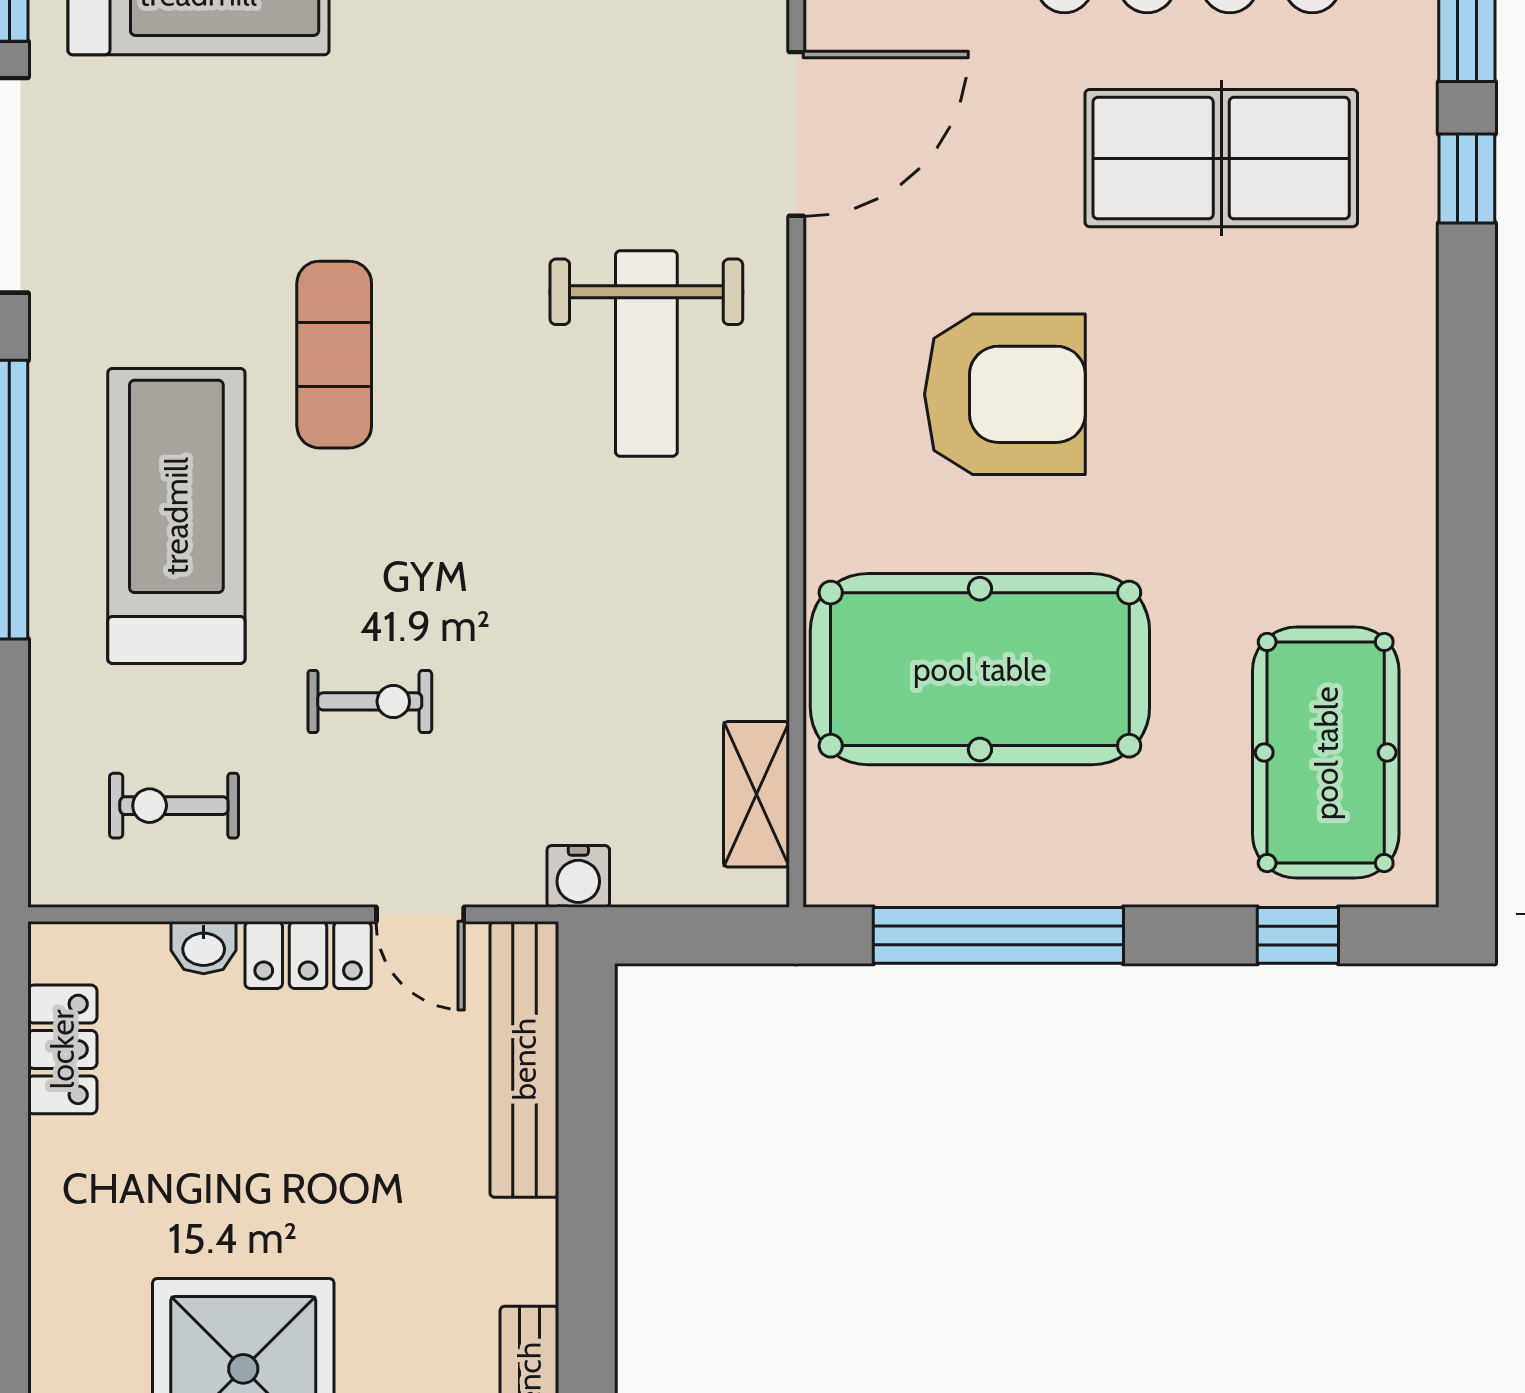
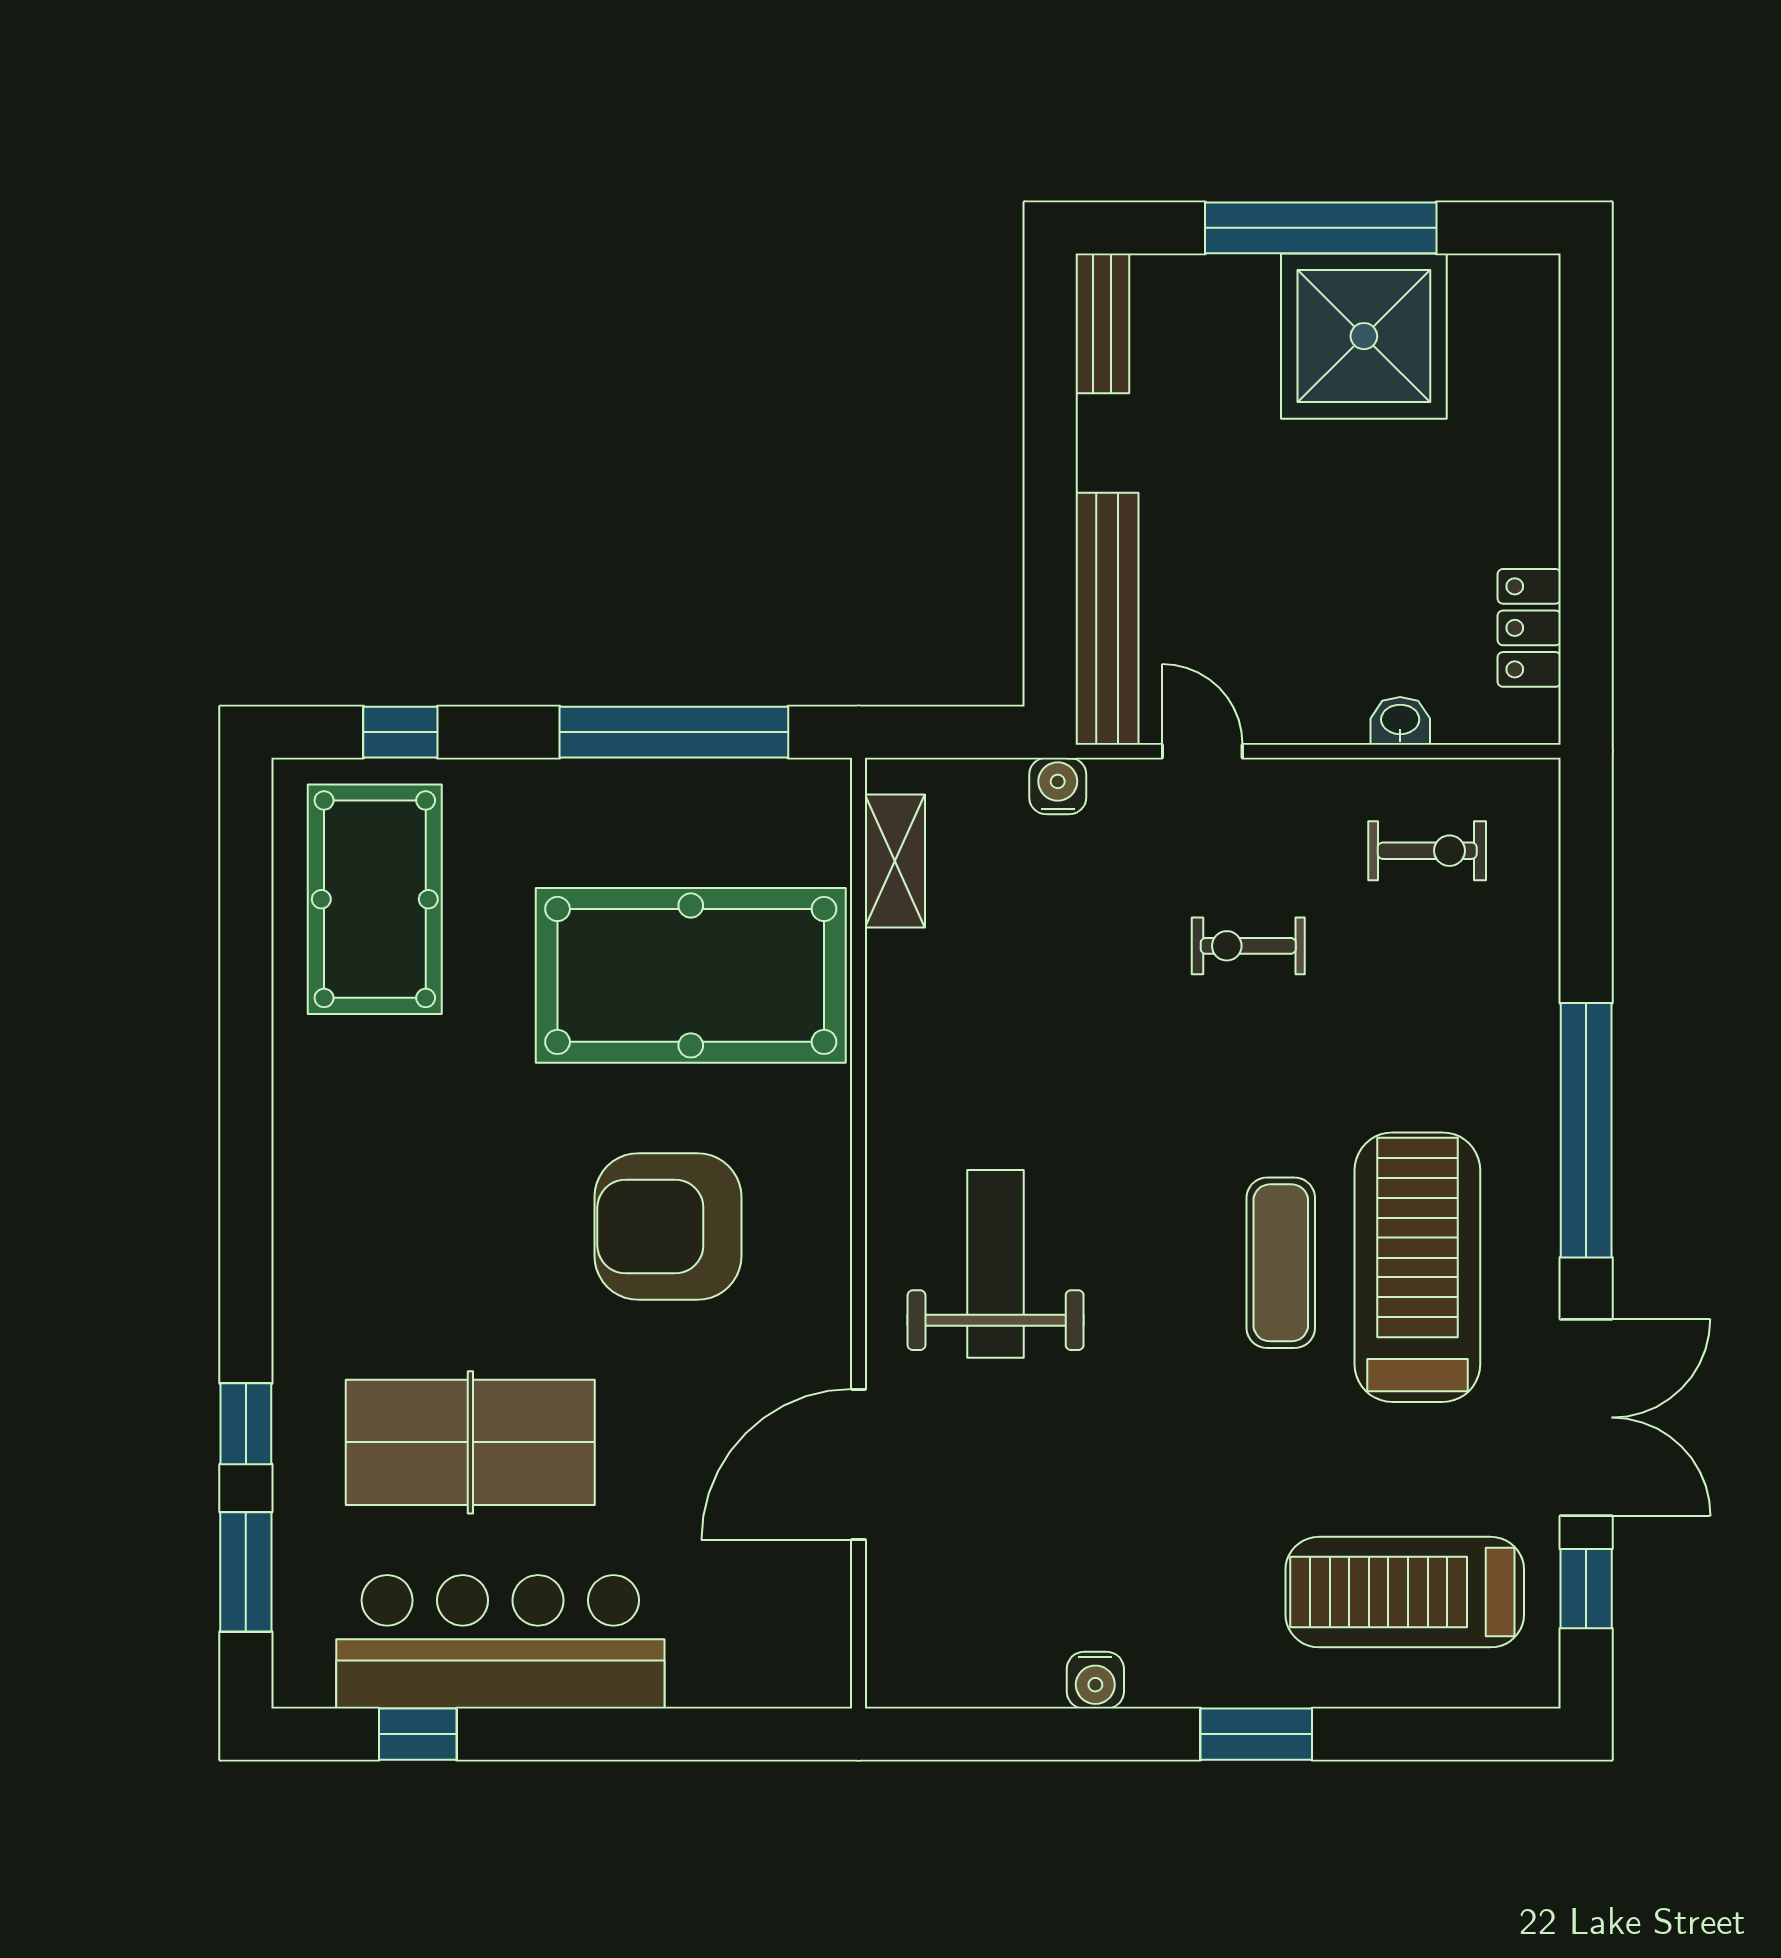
treadmill: (176, 516) -> (1417, 1267), moved, turned 180
locker: (308, 955) -> (1305, 714), removed

